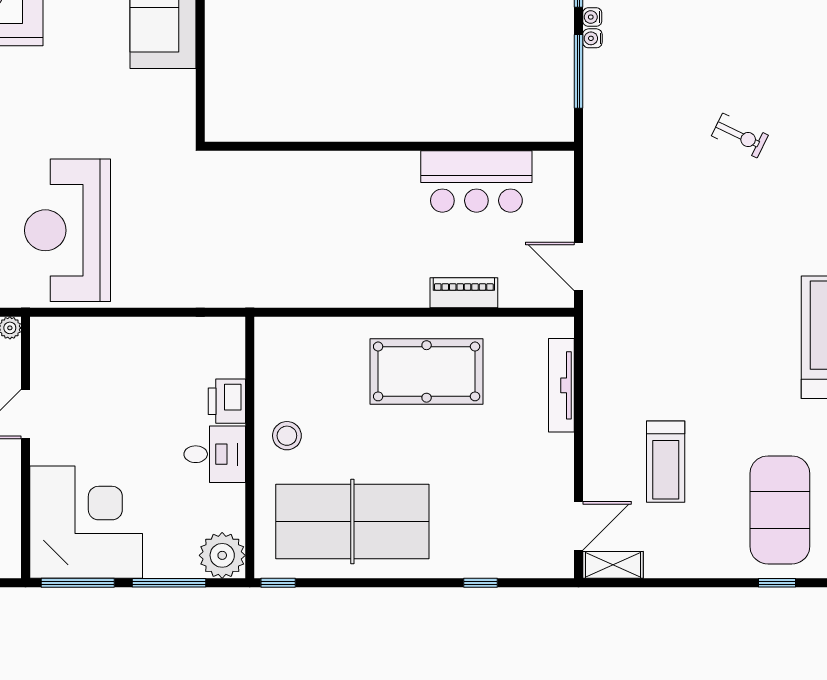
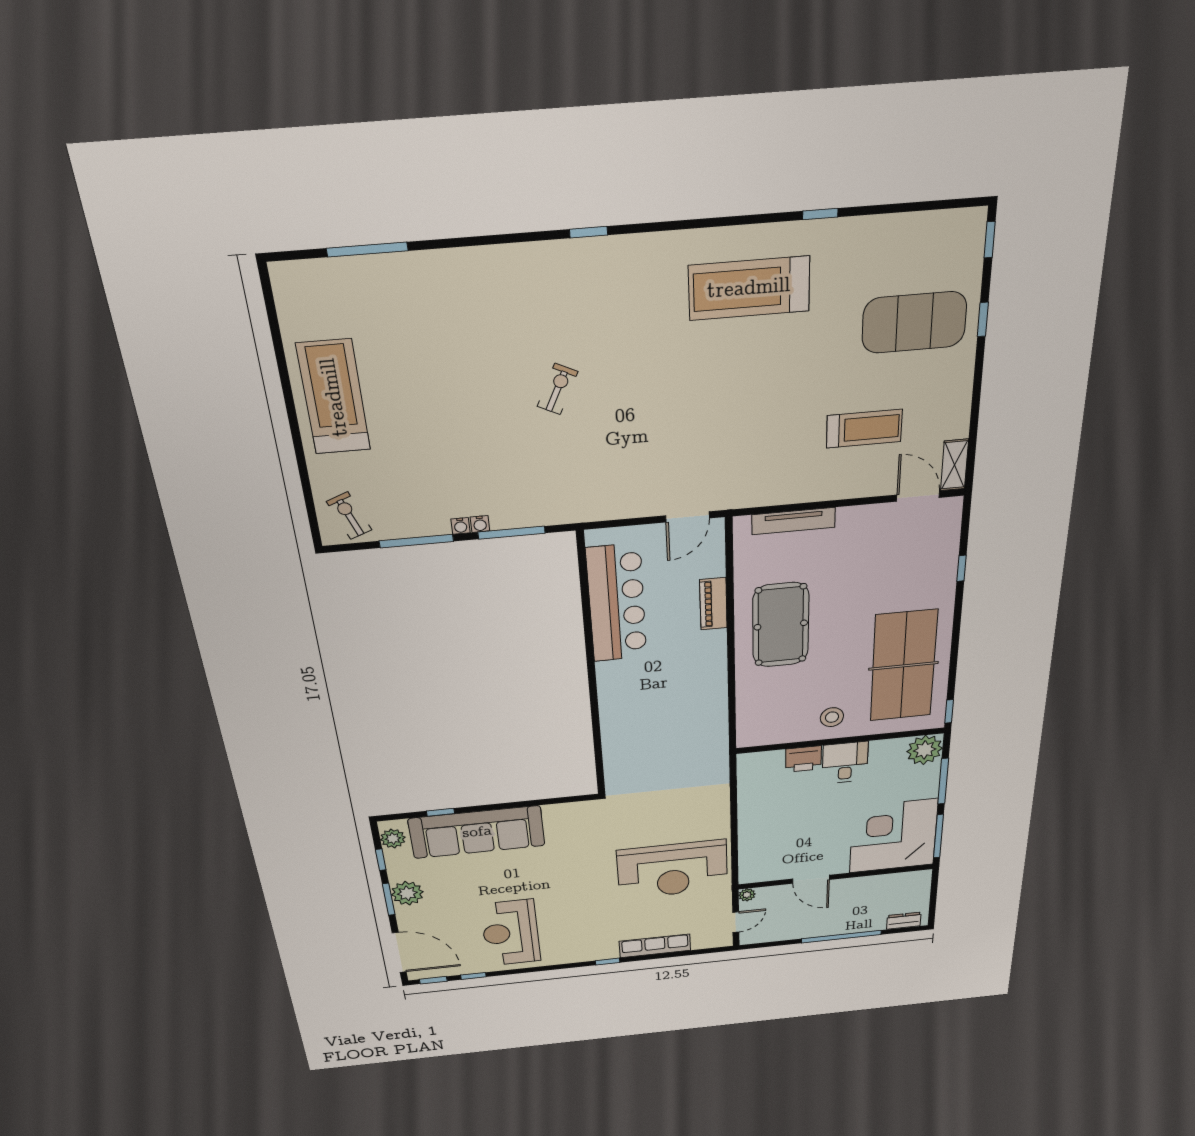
bar counter: (476, 181) -> (617, 603), width x1.36

